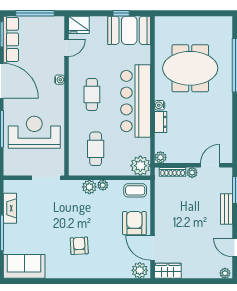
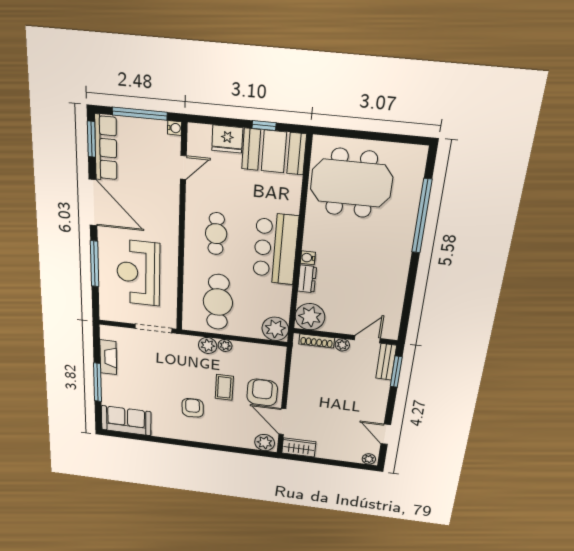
fridge: (79, 25) -> (227, 139), moved
meeting table: (190, 68) -> (351, 183), moved
water cooler: (60, 80) -> (175, 128), moved
bar counter: (136, 101) -> (275, 249), width x0.73
reception desk: (34, 132) -> (138, 273), turned -90
cafe table: (96, 149) -> (218, 302), width x1.37, depth x1.35
plant: (160, 157) -> (310, 317), width x1.87, depth x1.87
coffee table: (135, 190) -> (224, 387), moved, turned 90
bench: (227, 209) -> (386, 362), moved

